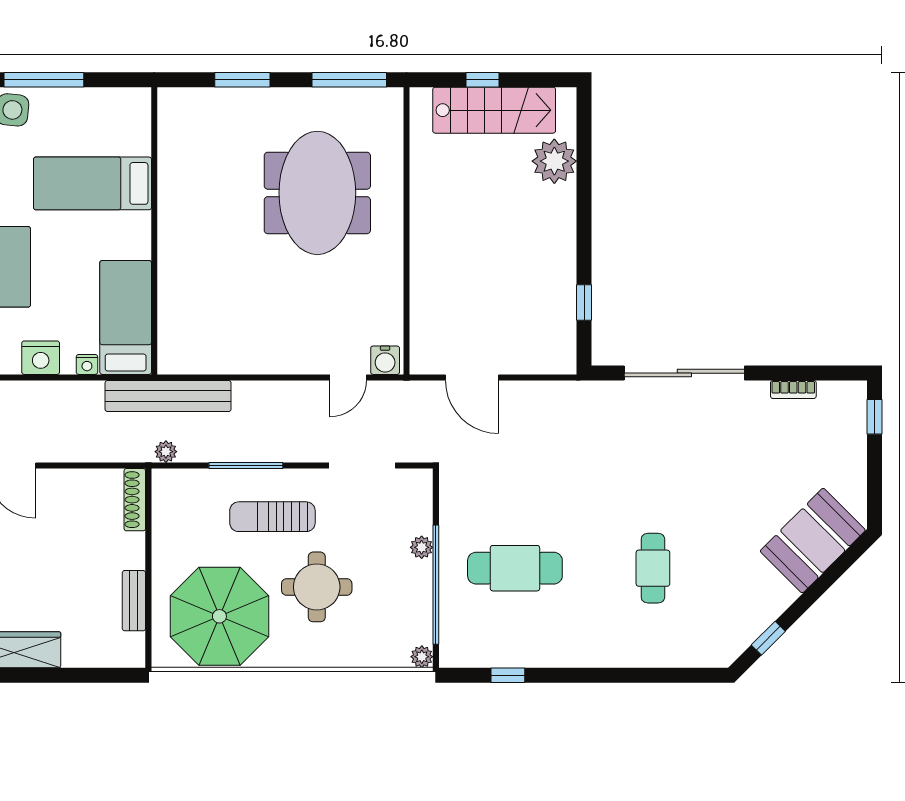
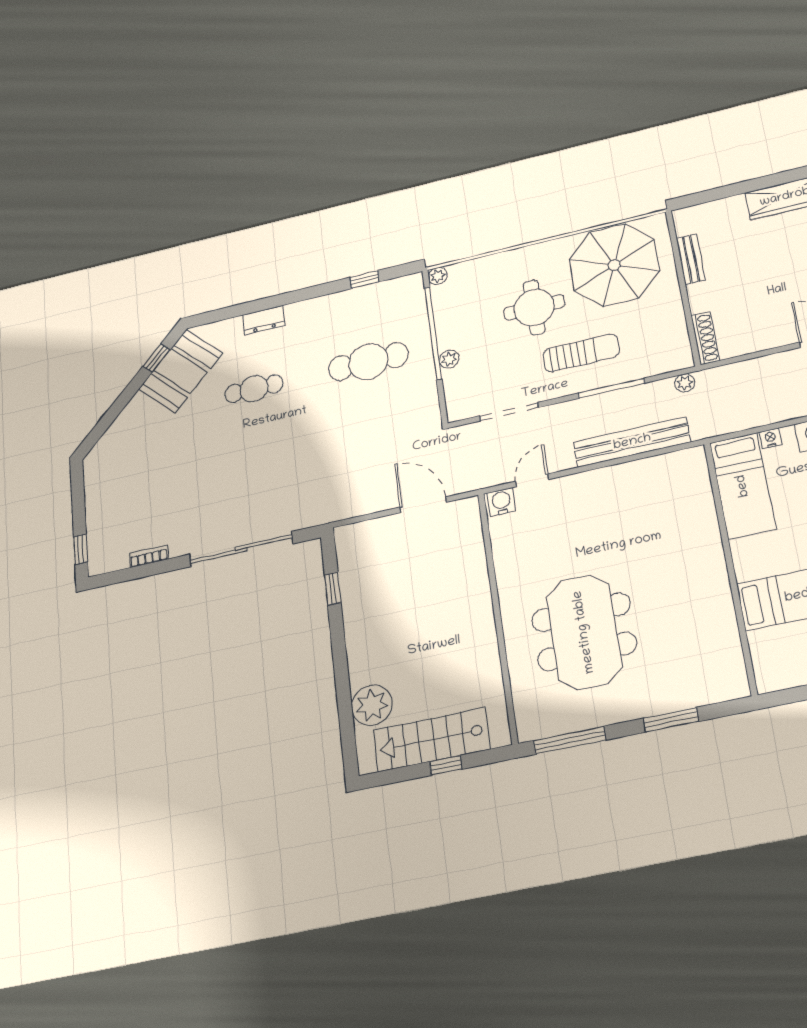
bench: (168, 396) -> (632, 442), moved
booth: (813, 541) -> (181, 371), moved
cafe table: (653, 568) -> (254, 389), turned 90
dresser: (634, 654) -> (264, 320), added

